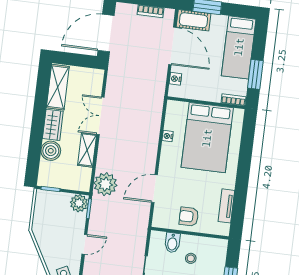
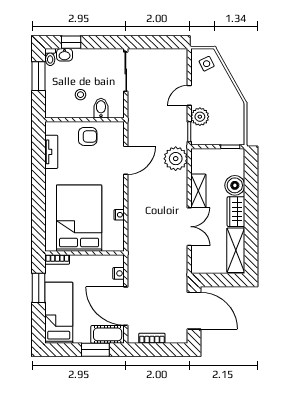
door: (106, 33) -> (194, 311), hinge flipped
plant: (79, 203) -> (200, 117), moved

